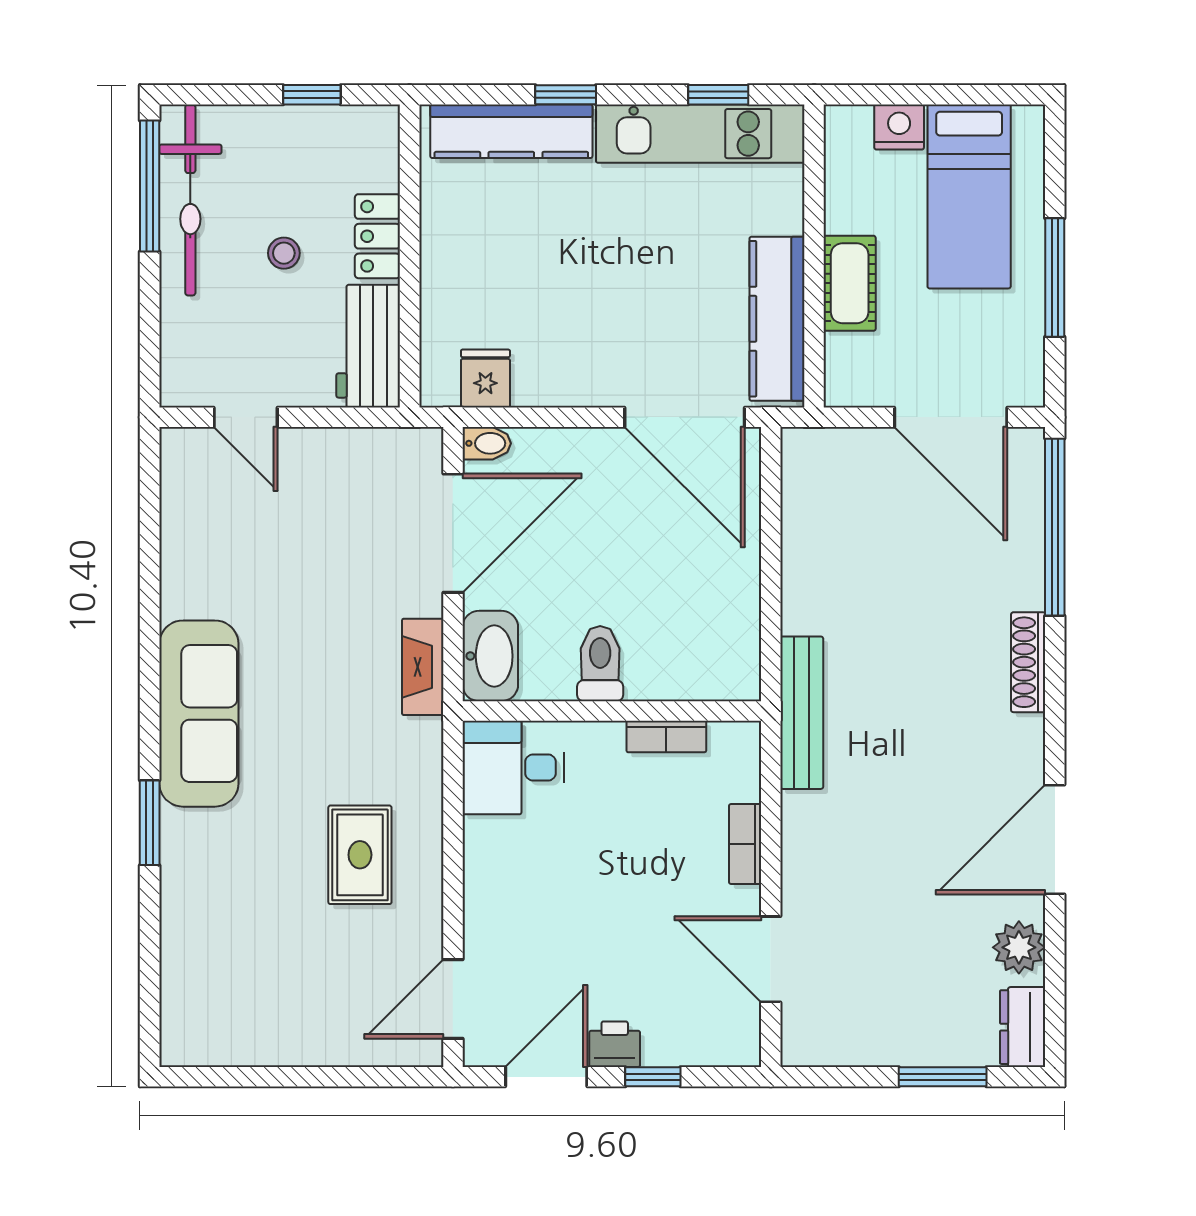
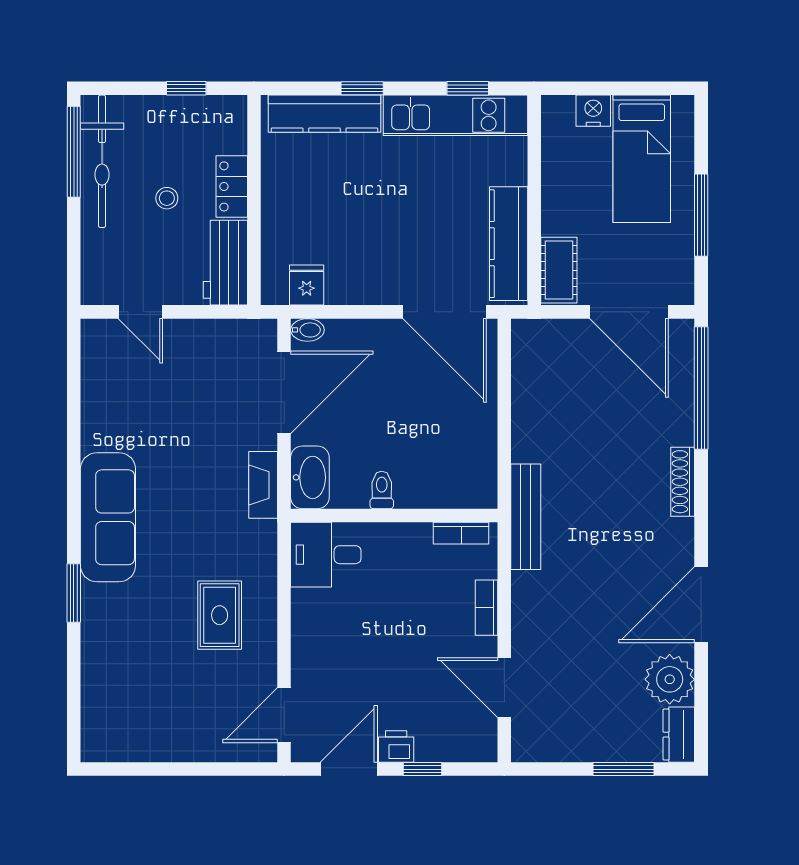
cot: (850, 283) -> (559, 270), moved
toilet: (600, 664) -> (382, 490), width x0.73, depth x0.72
bookcase: (666, 736) -> (461, 533), moved
plant: (1019, 947) -> (670, 679), width x1.36, depth x1.36

